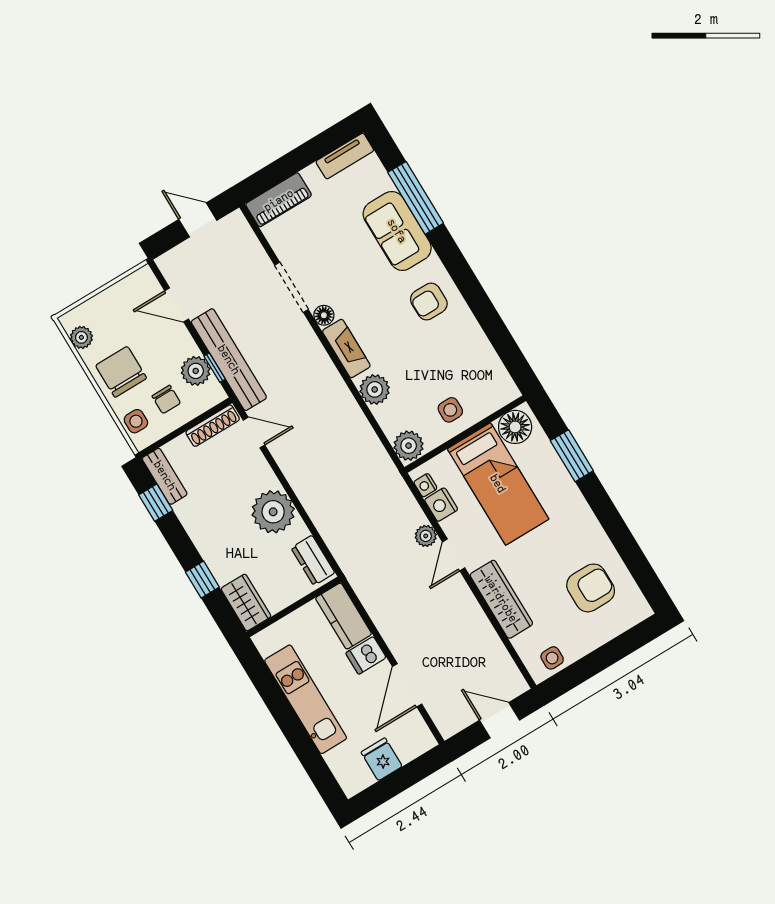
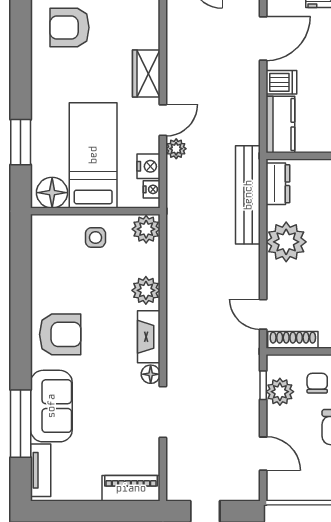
tv unit: (345, 156) -> (41, 470), moved, turned 90
armchair: (429, 301) -> (60, 334), width x1.38, depth x1.38
bench: (229, 360) -> (248, 195), moved
wardrobe: (501, 599) -> (146, 73), width x0.67

